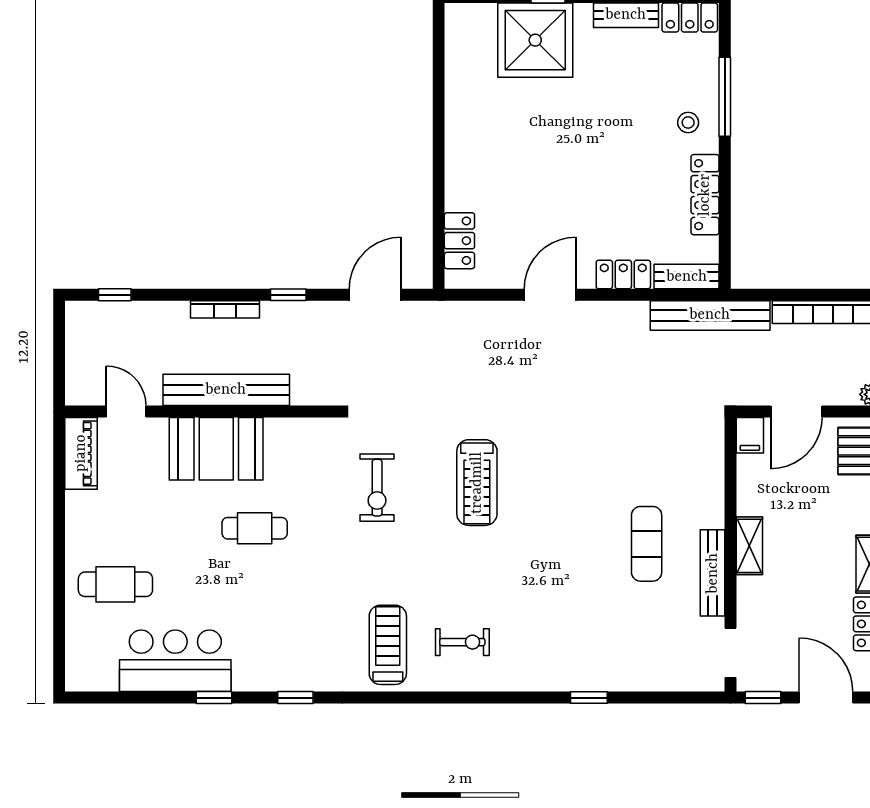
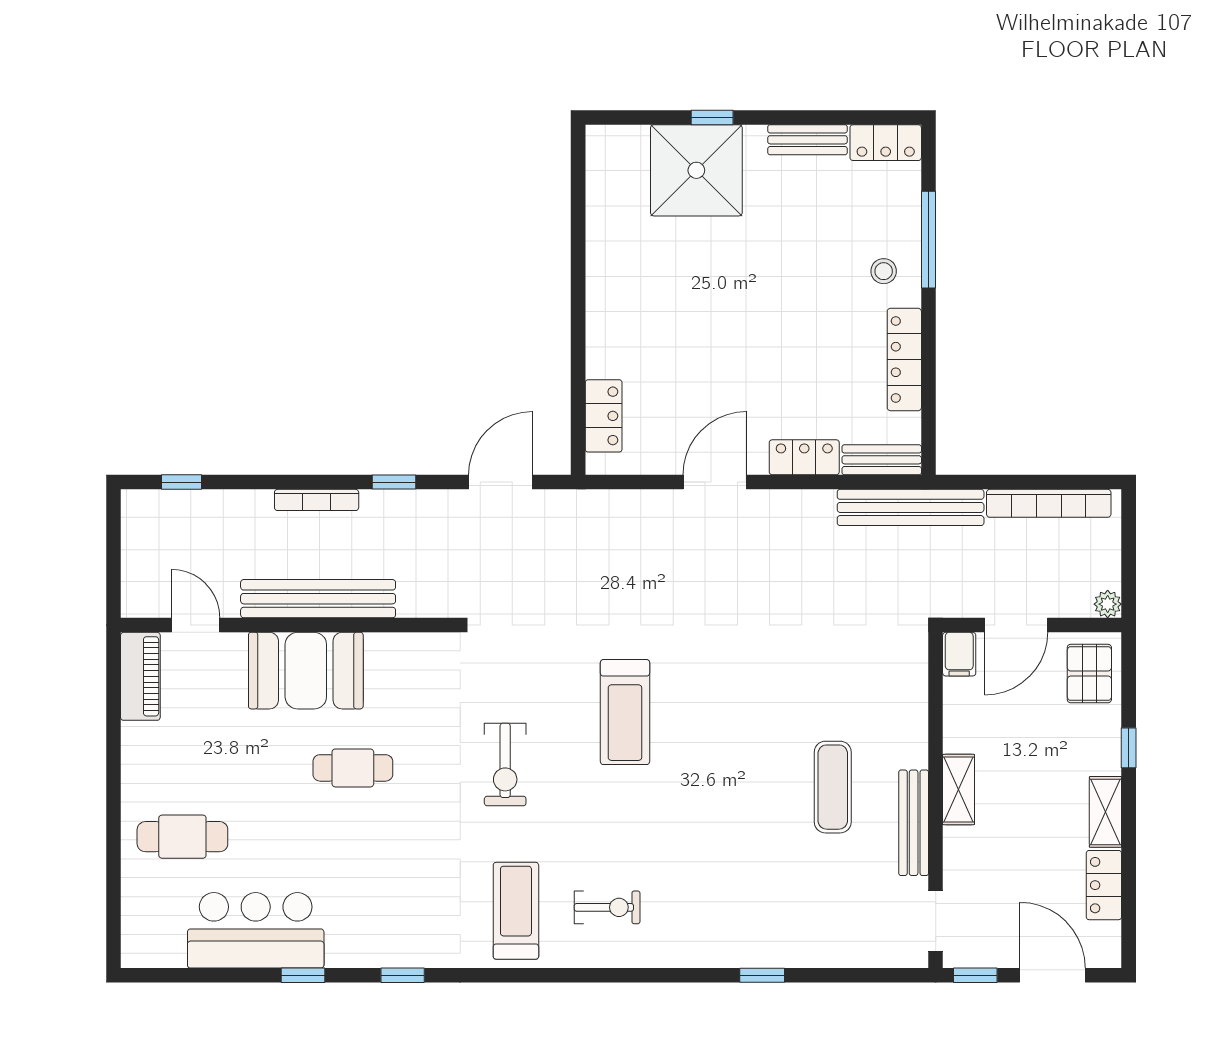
exercise bike: (377, 488) -> (505, 765), moved

